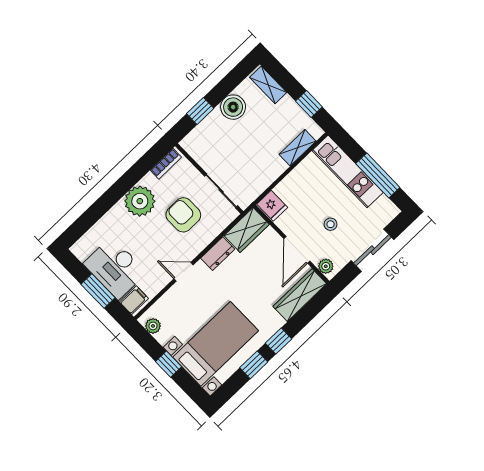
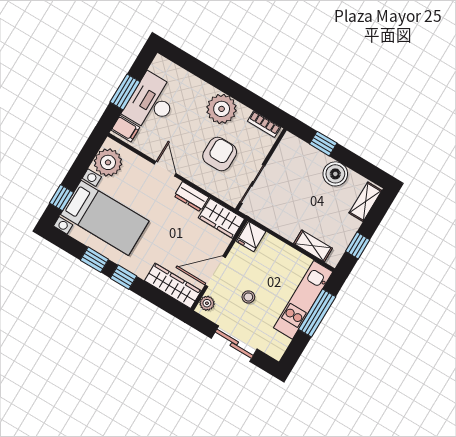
window: (378, 175) -> (317, 313), moved
plant: (153, 326) -> (108, 162), width x1.87, depth x1.87
window: (169, 364) -> (62, 198), moved

